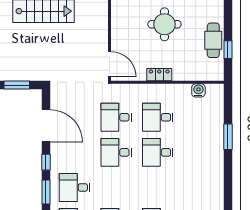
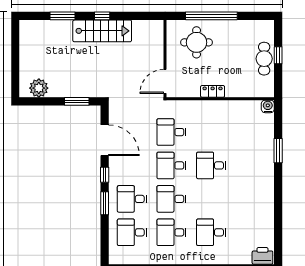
round table: (164, 24) -> (197, 42), moved
window: (228, 50) -> (278, 55), moved
door: (109, 64) -> (165, 81), swing flipped
water cooler: (198, 90) -> (268, 106), moved
desk: (158, 117) -> (172, 199), moved

